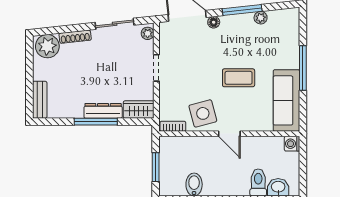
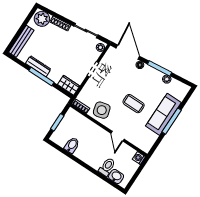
bench: (40, 100) -> (21, 41), width x1.36
sofa: (286, 100) -> (163, 114), moved
dresser: (103, 111) -> (38, 66), moved
door: (229, 134) -> (118, 136), moved

